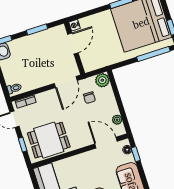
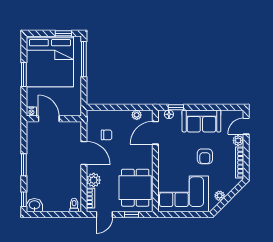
nightstand: (74, 25) -> (31, 112), moved
door: (73, 43) -> (49, 119), moved
wall: (75, 48) -> (54, 119), moved
plant: (102, 80) -> (94, 180), moved

